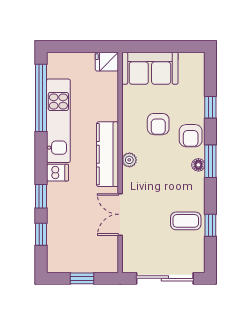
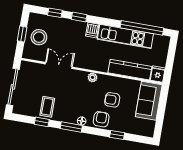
armchair: (191, 136) -> (101, 119), turned 90
kitchen counter: (107, 154) -> (130, 70), moved
window: (210, 161) -> (71, 127), moved
stool: (82, 252) -> (39, 37), added

